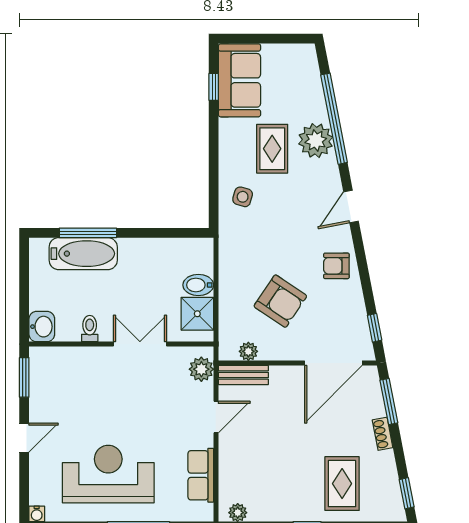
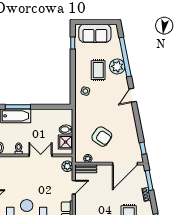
sofa: (239, 80) -> (95, 33), moved, turned 90
armchair: (336, 266) -> (126, 121), removed

